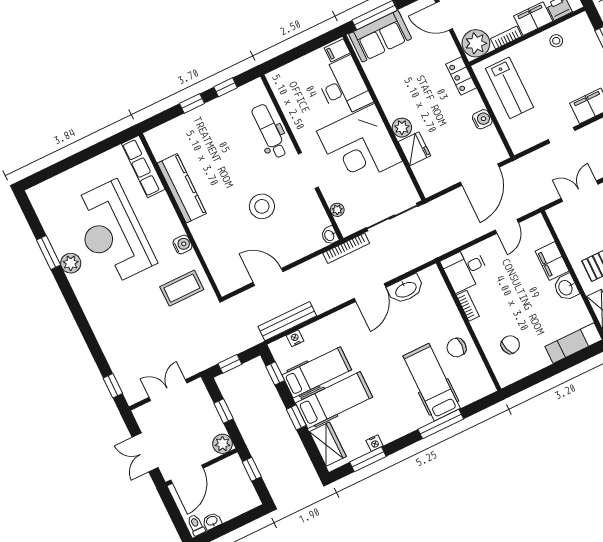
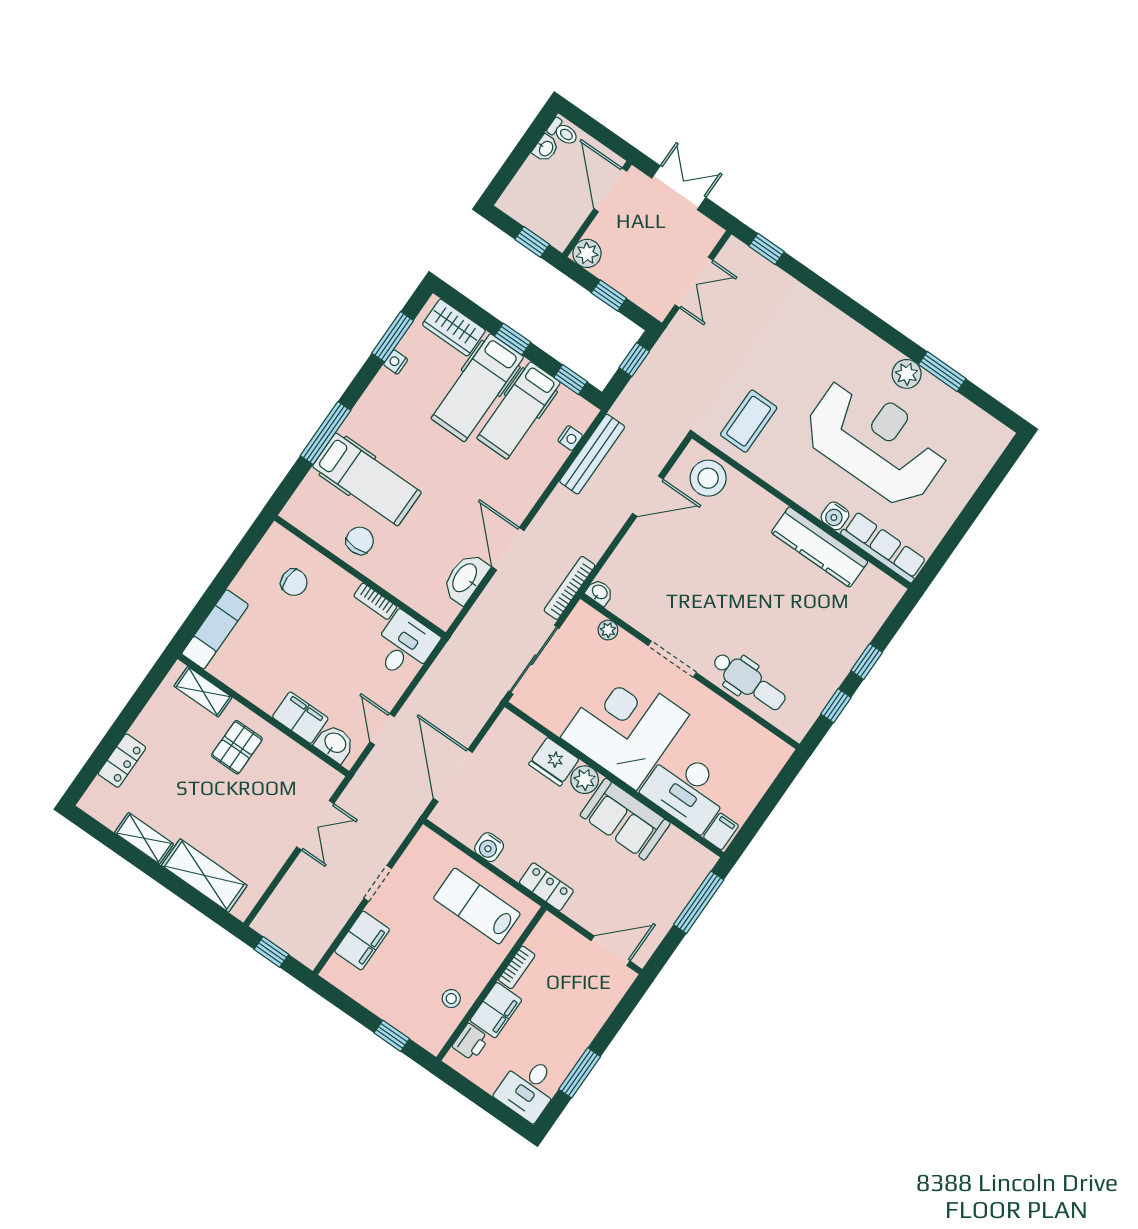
sofa: (380, 36) -> (625, 819), moved, turned -90
plant: (476, 43) -> (551, 938), removed
stool: (262, 206) -> (708, 478), moved
water cooler: (182, 244) -> (835, 516), moved
washbasin: (566, 287) -> (335, 743), moved
chair: (510, 345) -> (294, 582), turned -72

